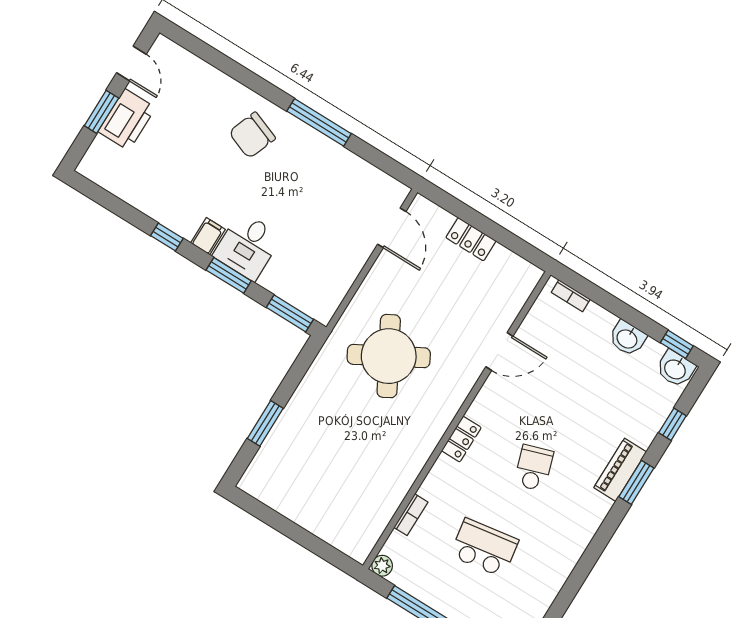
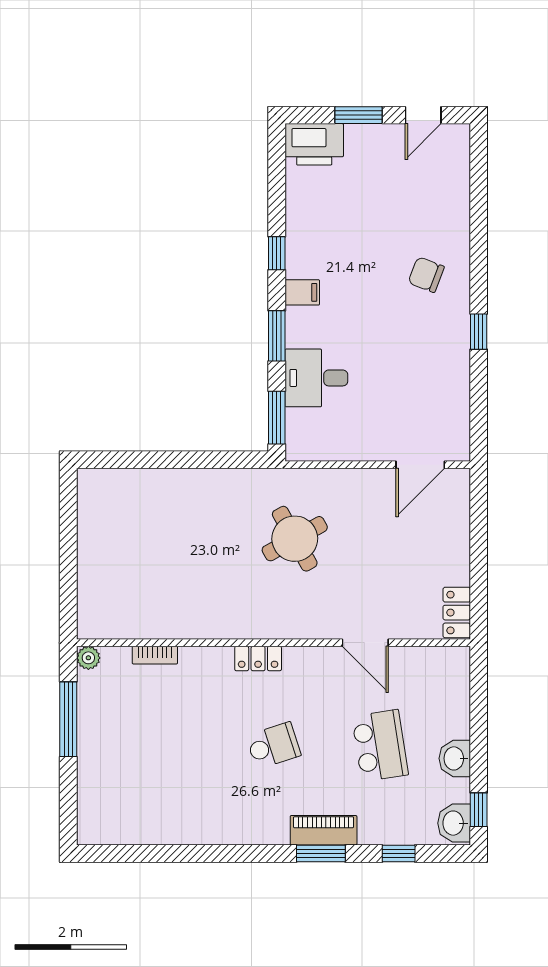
printer: (127, 120) -> (314, 144), moved
window: (319, 122) -> (479, 332), width x0.46
chair: (252, 135) -> (426, 275), width x0.73, depth x0.73
locker: (471, 239) -> (457, 613), moved
desk: (247, 246) -> (316, 378), moved
bookcase: (571, 296) -> (462, 678), removed
round table: (389, 356) -> (295, 539), width x0.73, depth x0.73
window: (265, 423) -> (156, 460), removed
school desk: (484, 548) -> (380, 746), moved

